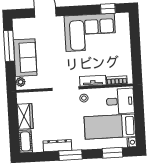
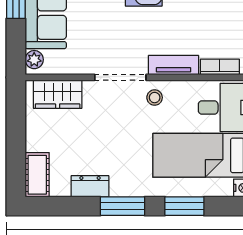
wardrobe: (25, 116) -> (58, 94), moved, turned 90
dresser: (57, 146) -> (90, 186), width x0.70
window: (112, 153) -> (184, 206), moved

